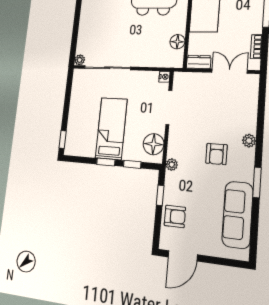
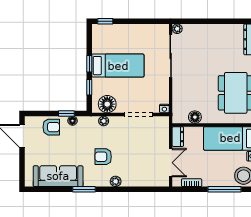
plant: (172, 165) -> (104, 121), moved
floor lamp: (169, 189) -> (72, 121), added
armchair: (175, 216) -> (51, 127), turned -90

